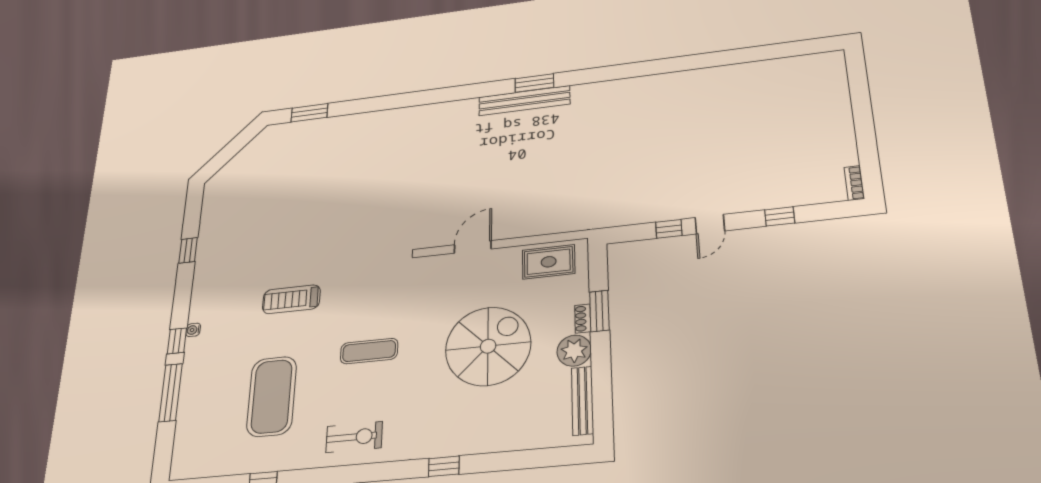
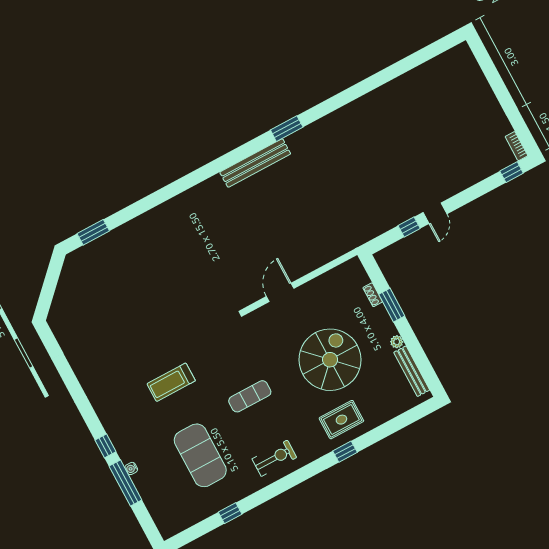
window: (534, 83) -> (287, 129), moved
window: (780, 216) -> (512, 172), moved
window: (188, 250) -> (69, 377), removed
rug: (549, 262) -> (341, 420), moved
shoe rack: (583, 319) -> (373, 295), moved
water cooler: (193, 330) -> (131, 468), moved
plant: (574, 351) -> (397, 342), width x0.53, depth x0.53

